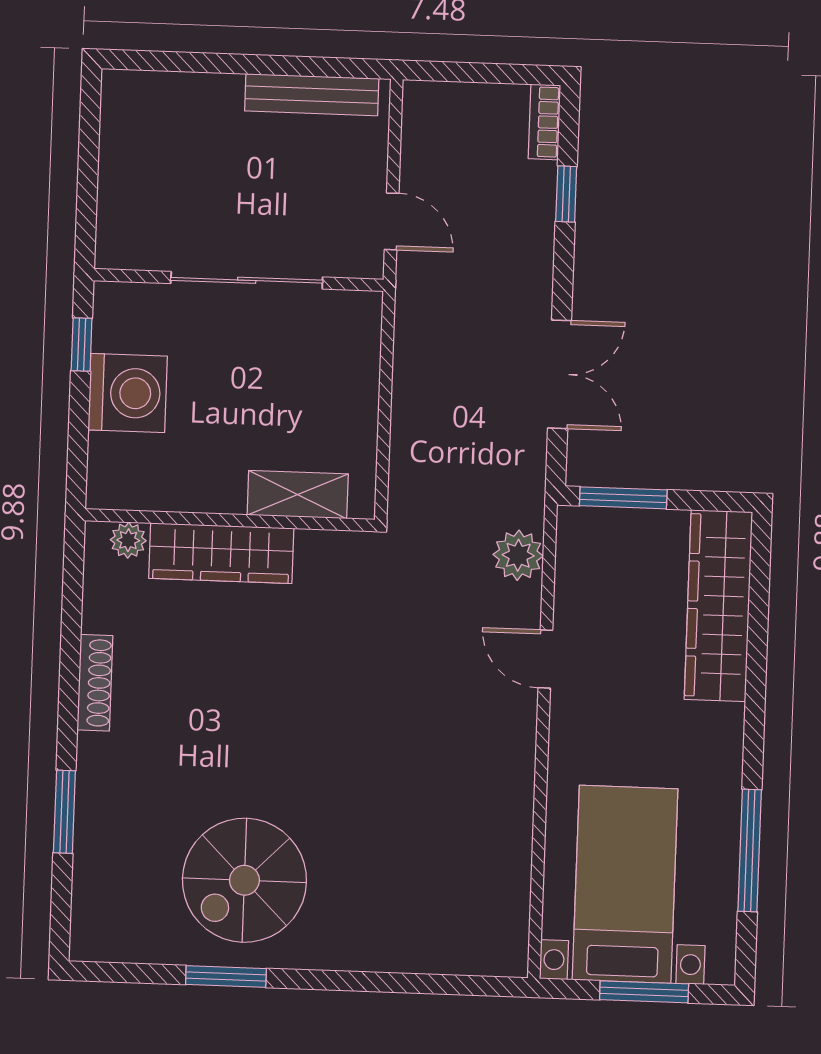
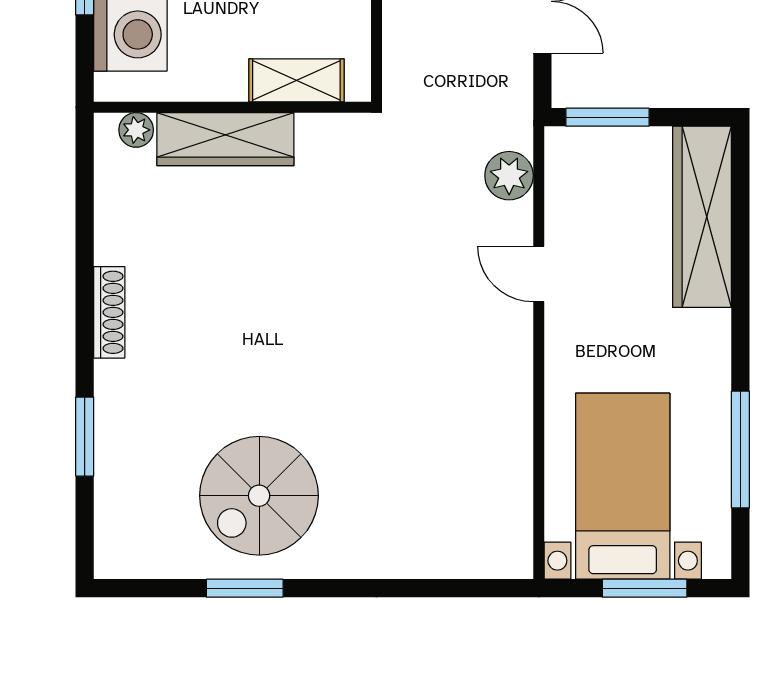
shelving: (298, 495) -> (296, 80), moved
wall: (230, 520) -> (232, 107), moved
plant: (128, 540) -> (136, 130), moved
wardrobe: (221, 553) -> (225, 139), moved

